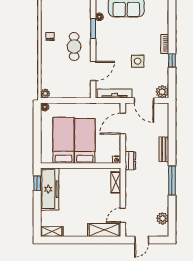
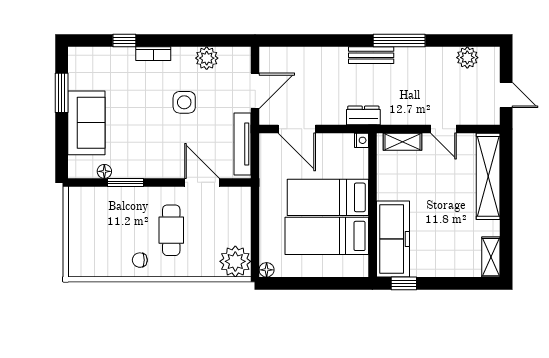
cafe table: (74, 46) -> (171, 230), moved, turned 90
window: (172, 61) -> (124, 40), moved
plant: (162, 92) -> (207, 58), moved
plant: (45, 94) -> (235, 261), width x1.87, depth x1.87
bench: (164, 149) -> (371, 55), moved
freezer: (50, 189) -> (393, 239), moved, turned 90
door: (123, 215) -> (444, 129), moved
shelving: (104, 230) -> (488, 176), width x1.47

